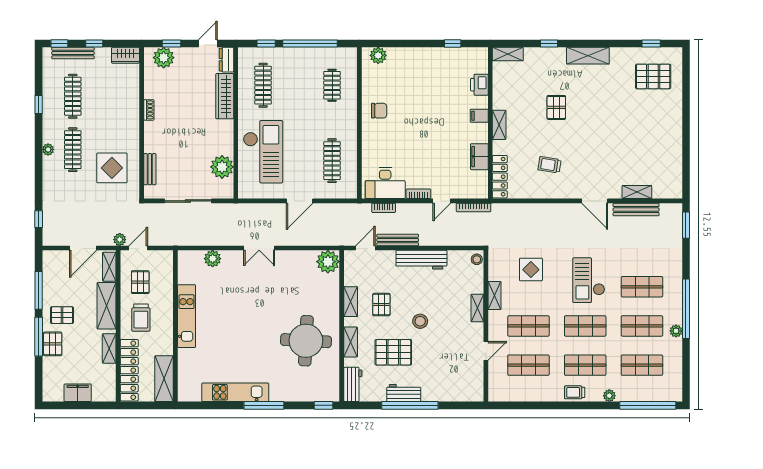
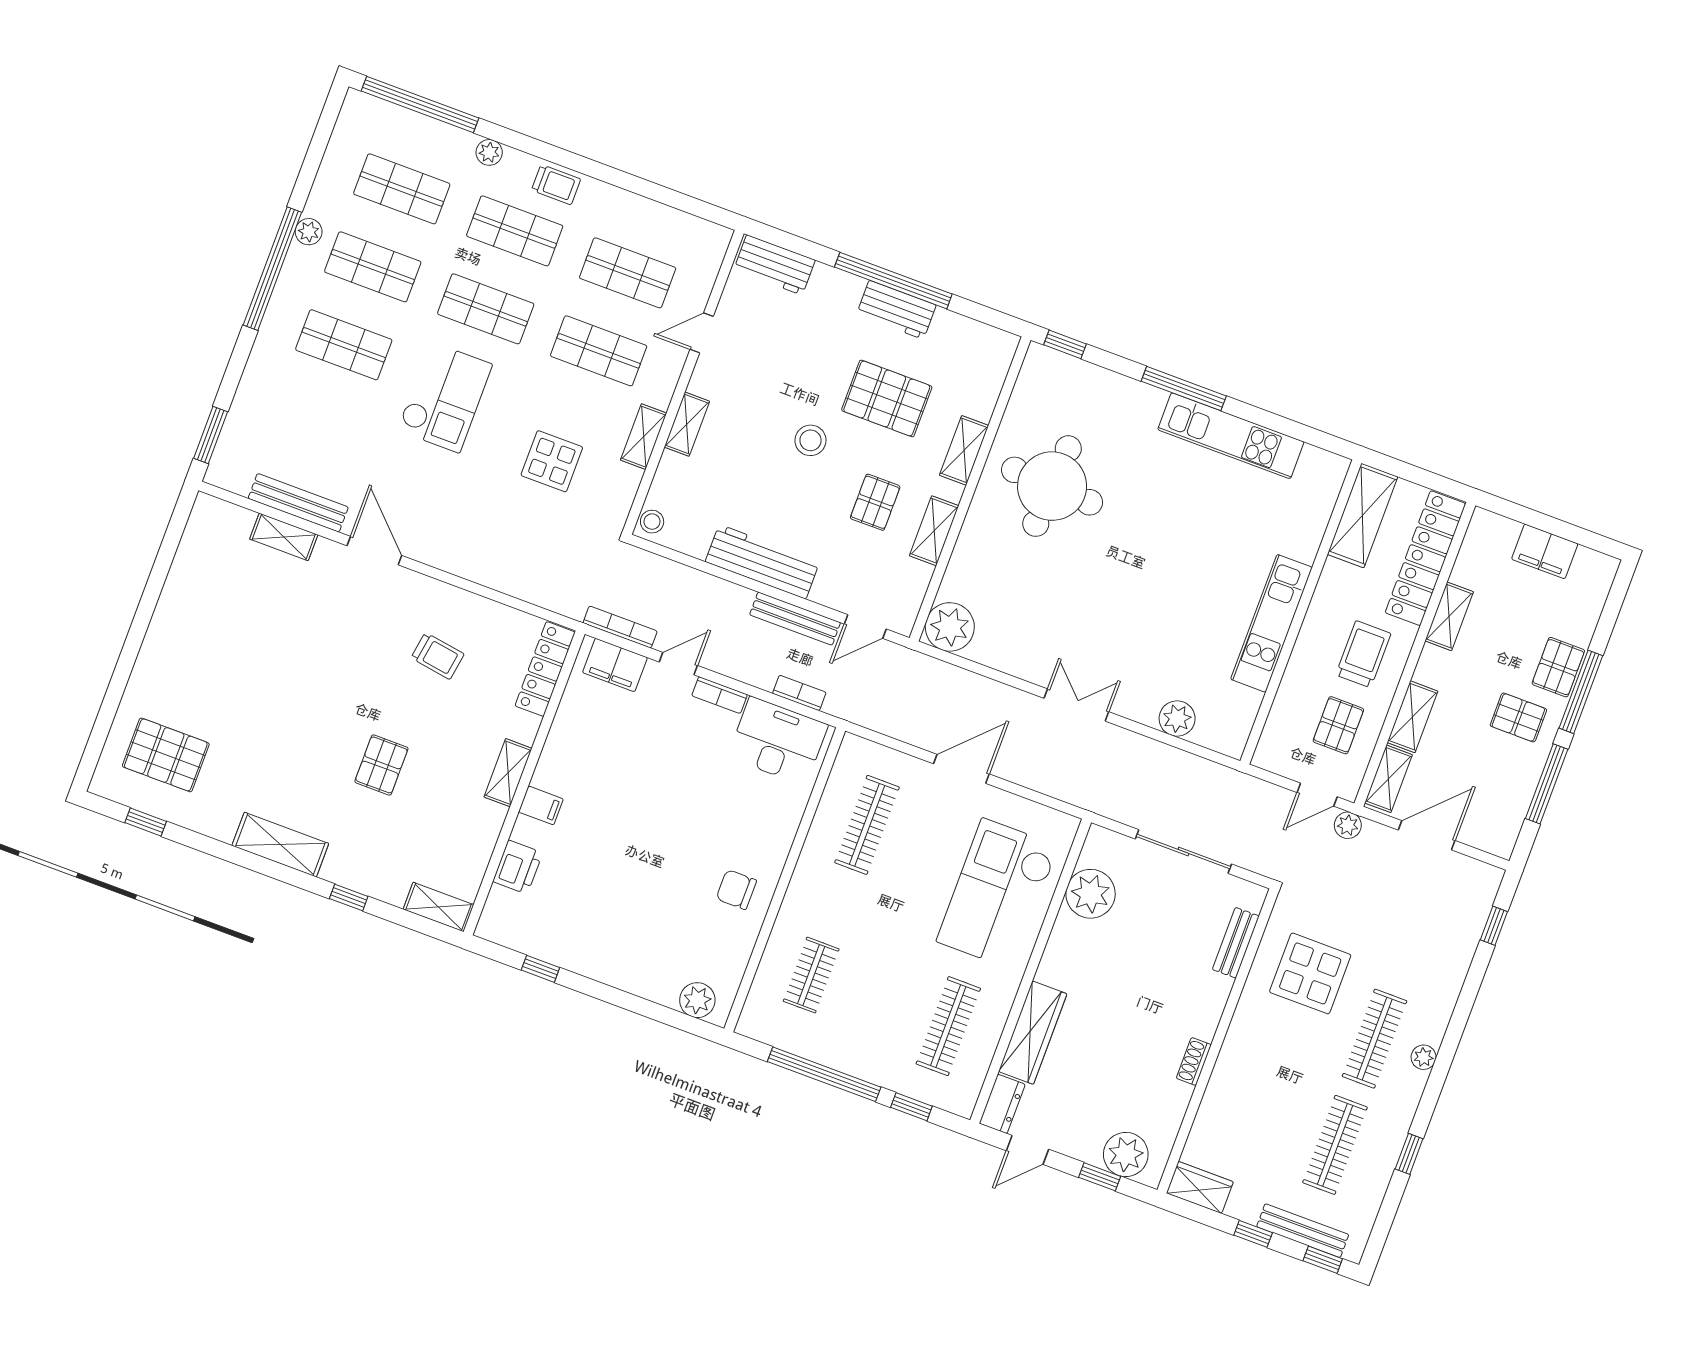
filing cabinet: (479, 157) -> (615, 665), moved, turned 90
shelving: (107, 306) -> (1413, 717), width x0.67, depth x0.75
workbench: (353, 384) -> (774, 265), moved, turned -90

